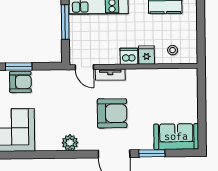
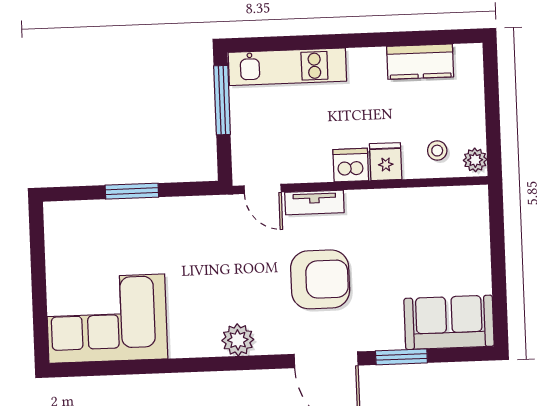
plant: (192, 55) -> (475, 160), added
armchair: (20, 82) -> (136, 222), removed

